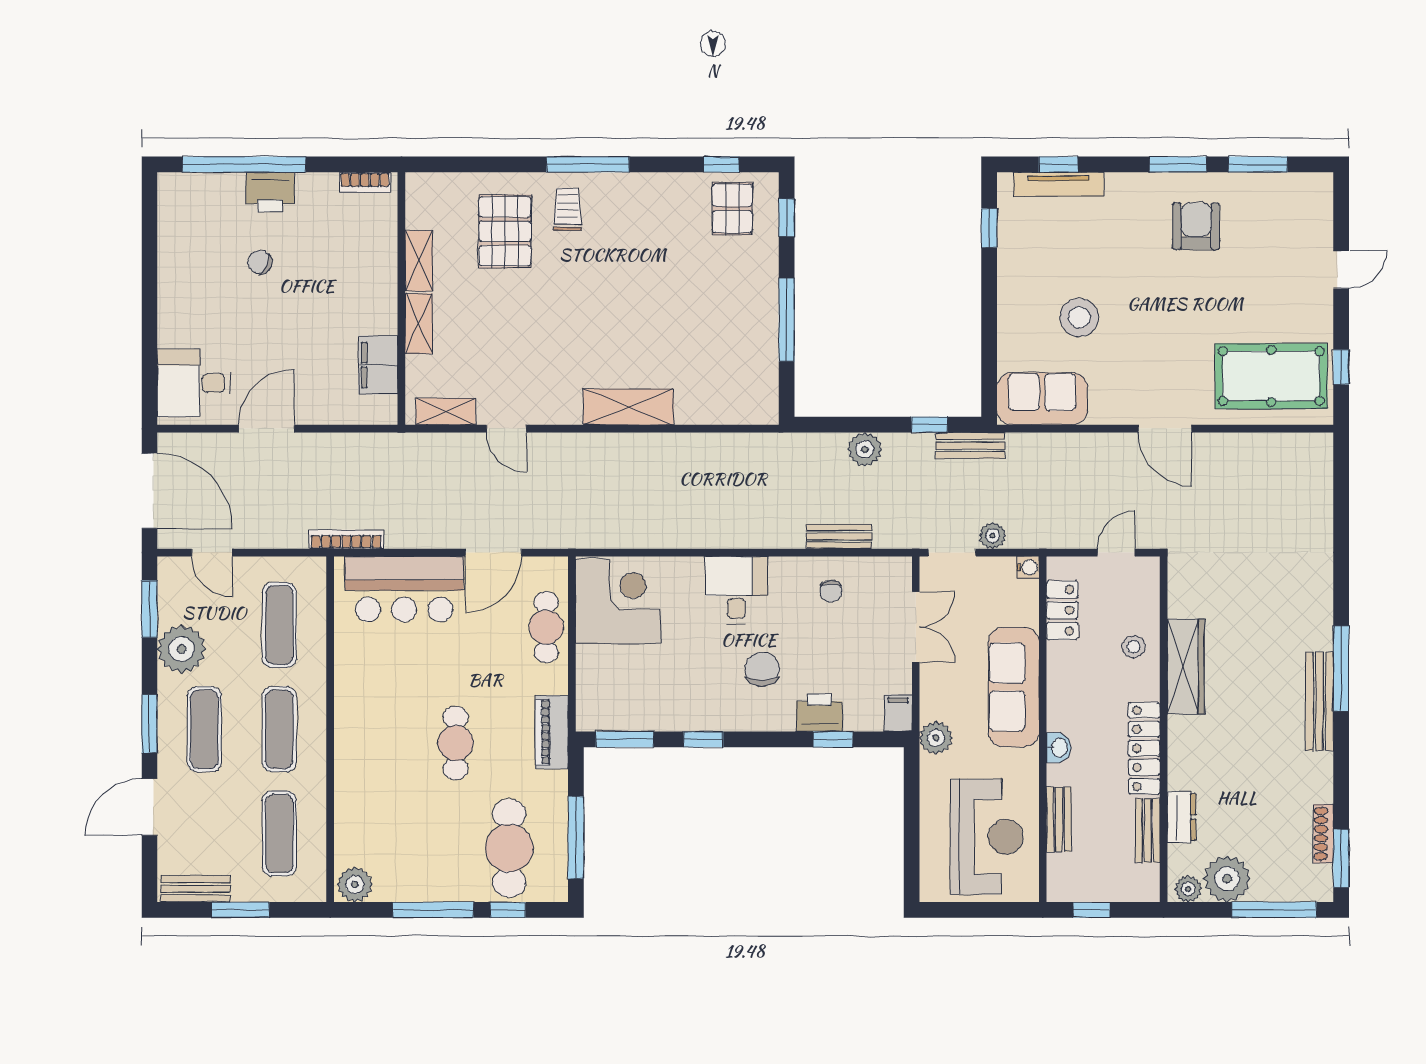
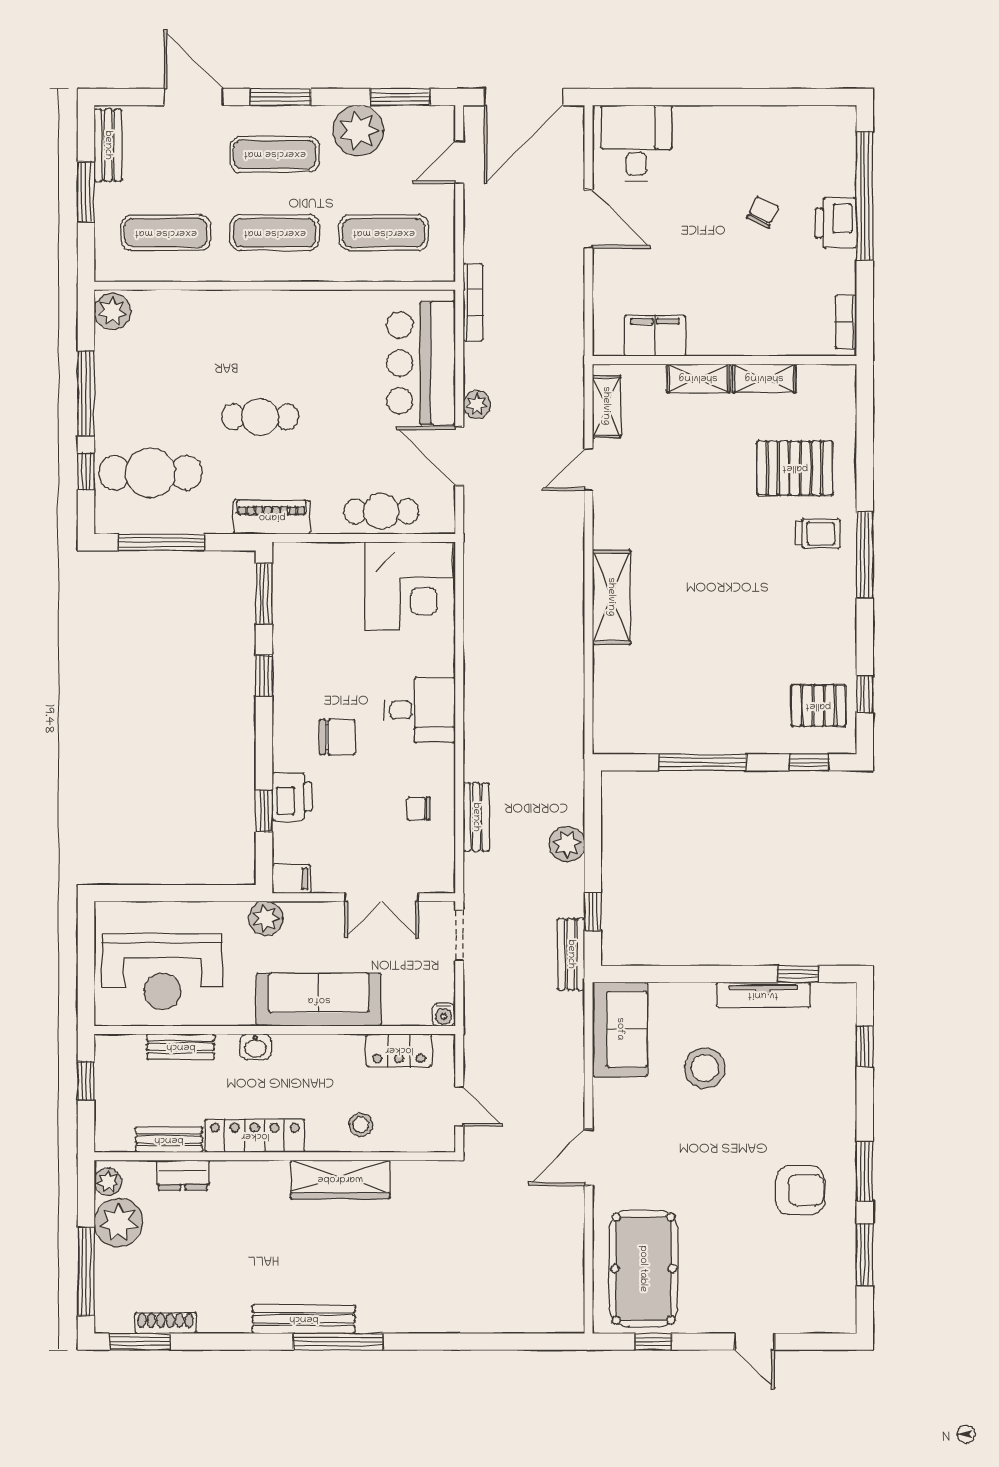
tv unit: (1059, 184) -> (763, 995), moved, turned -90
plant: (992, 536) -> (477, 405), moved

